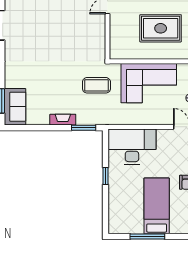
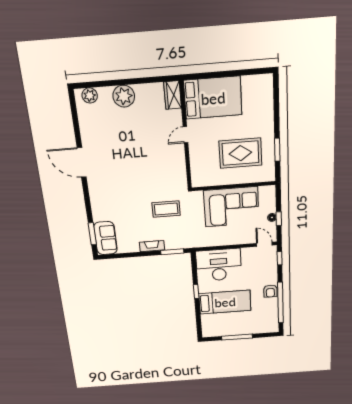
coffee table: (96, 85) -> (166, 209), moved
bed: (157, 206) -> (225, 302), moved, turned 90

